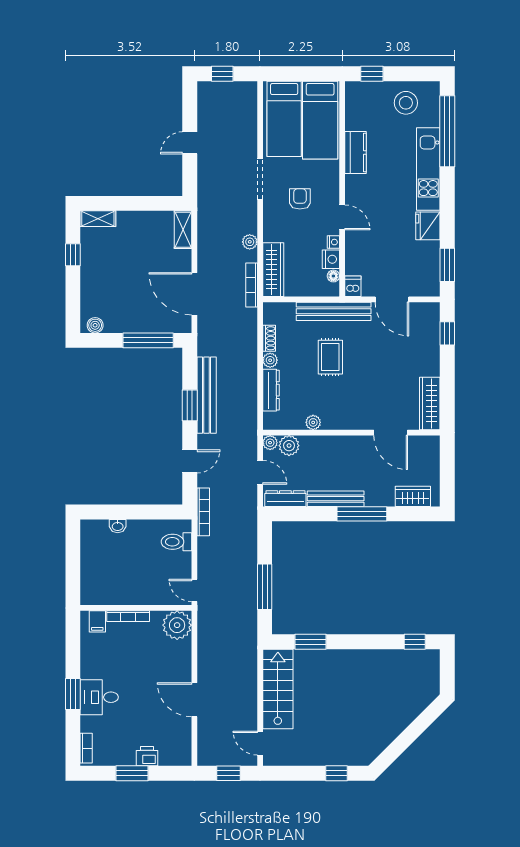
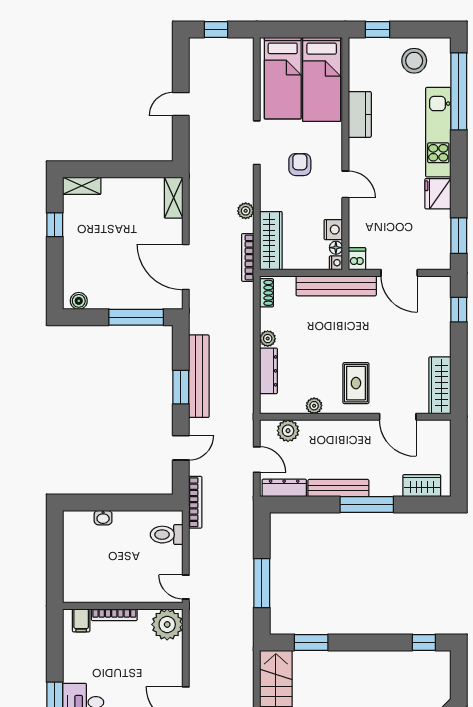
nightstand: (333, 242) -> (336, 263), moved
shoe rack: (269, 338) -> (267, 293), moved
rug: (330, 357) -> (356, 383), moved
plant: (270, 443) -> (268, 428), removed

